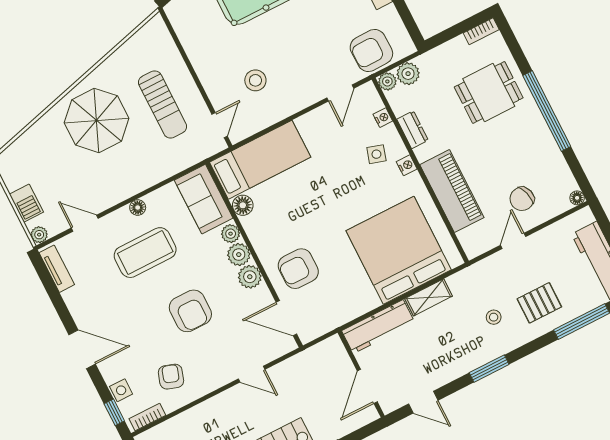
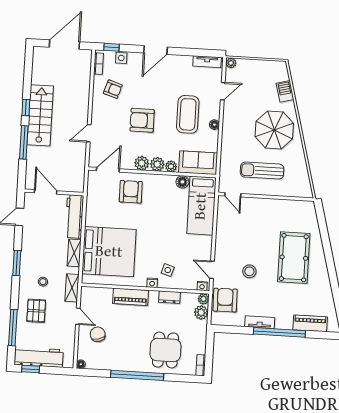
stool: (255, 80) -> (249, 271), moved
nightstand: (383, 118) -> (202, 286), moved
piano: (452, 191) -> (131, 297), width x0.73, depth x0.75
barbecue: (26, 203) -> (285, 91), moved, turned 75
shelving: (479, 272) -> (72, 288), added

